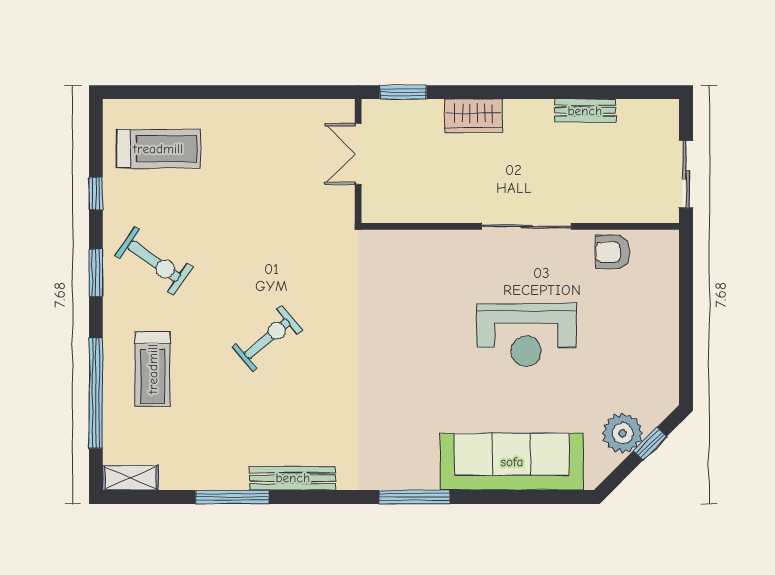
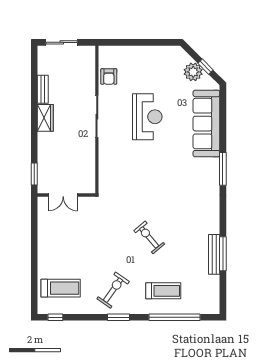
wardrobe: (473, 116) -> (45, 118), moved
treadmill: (158, 149) -> (61, 288), turned 90
sliding door: (686, 174) -> (62, 42), moved
window: (96, 194) -> (55, 317), moved
window: (650, 444) -> (206, 67), moved
shelving: (130, 478) -> (214, 301), removed
bench: (293, 478) -> (214, 254), moved

